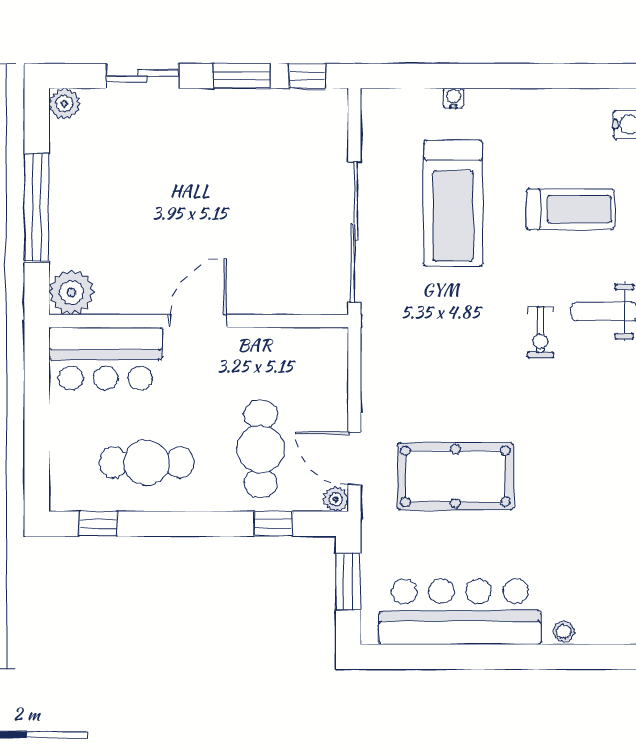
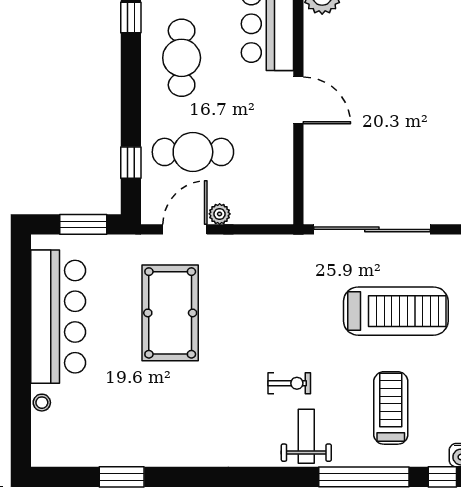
treadmill: (453, 203) -> (396, 311), turned 180
treadmill: (570, 209) -> (391, 408), turned 180
exercise bike: (540, 332) -> (289, 383), turned 180
plant: (336, 499) -> (220, 214), moved

